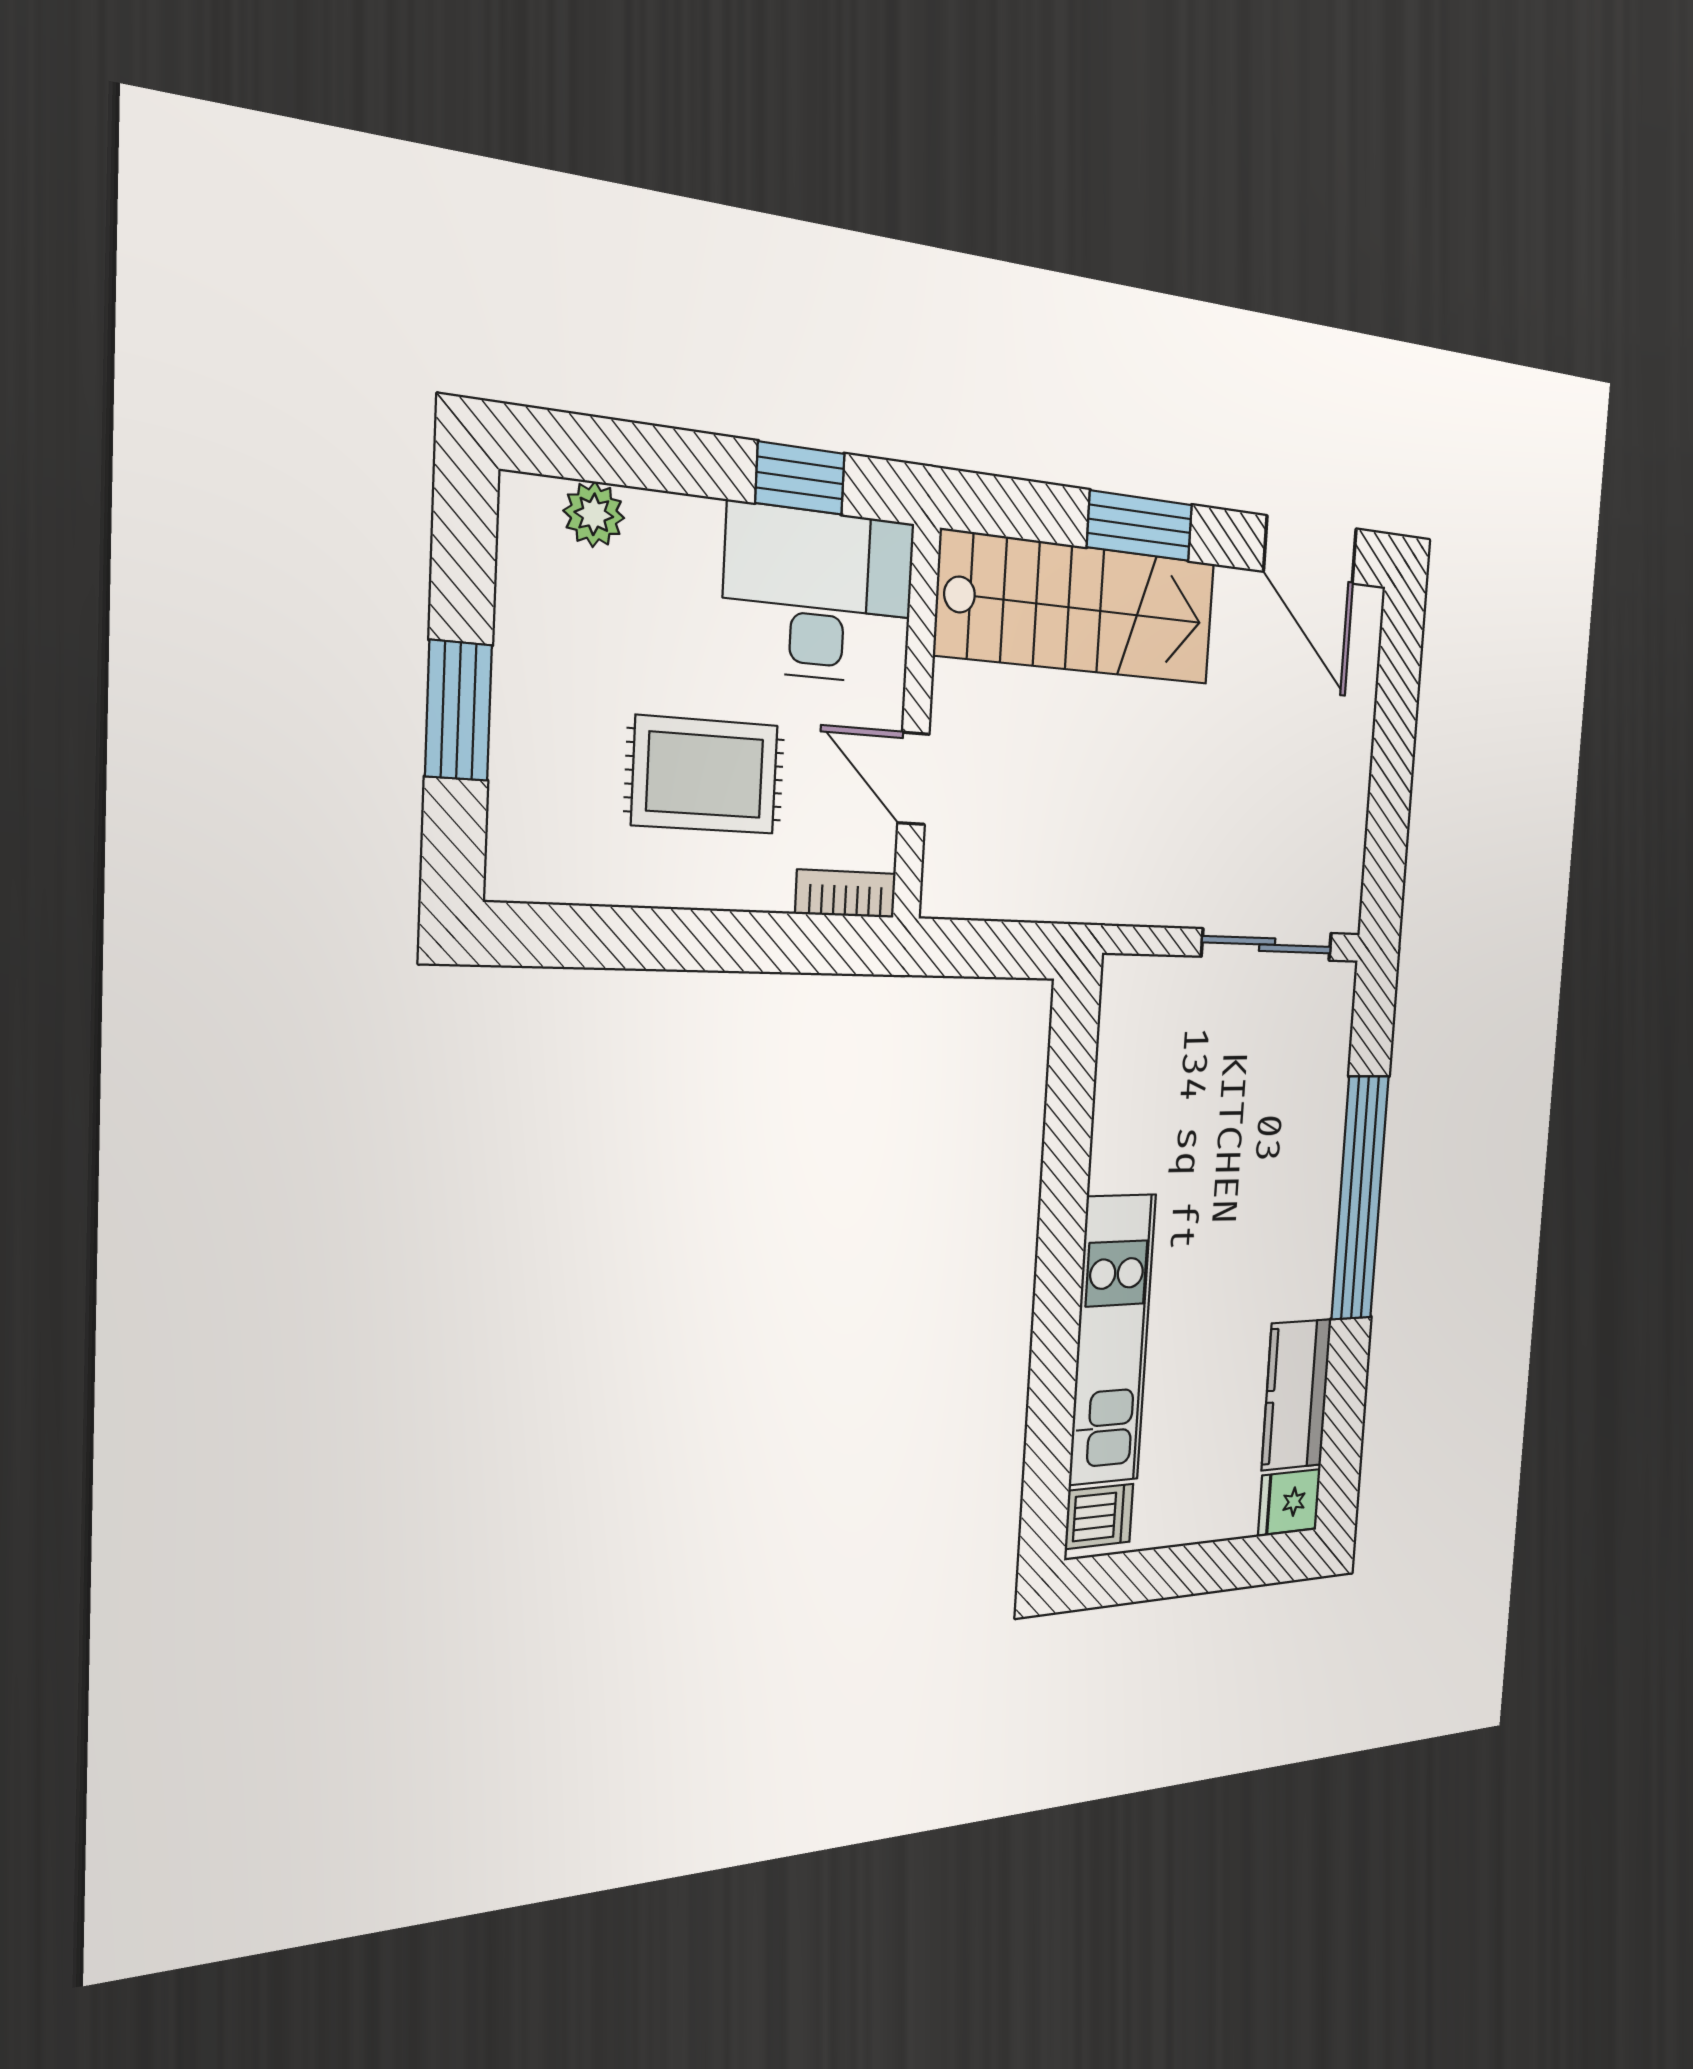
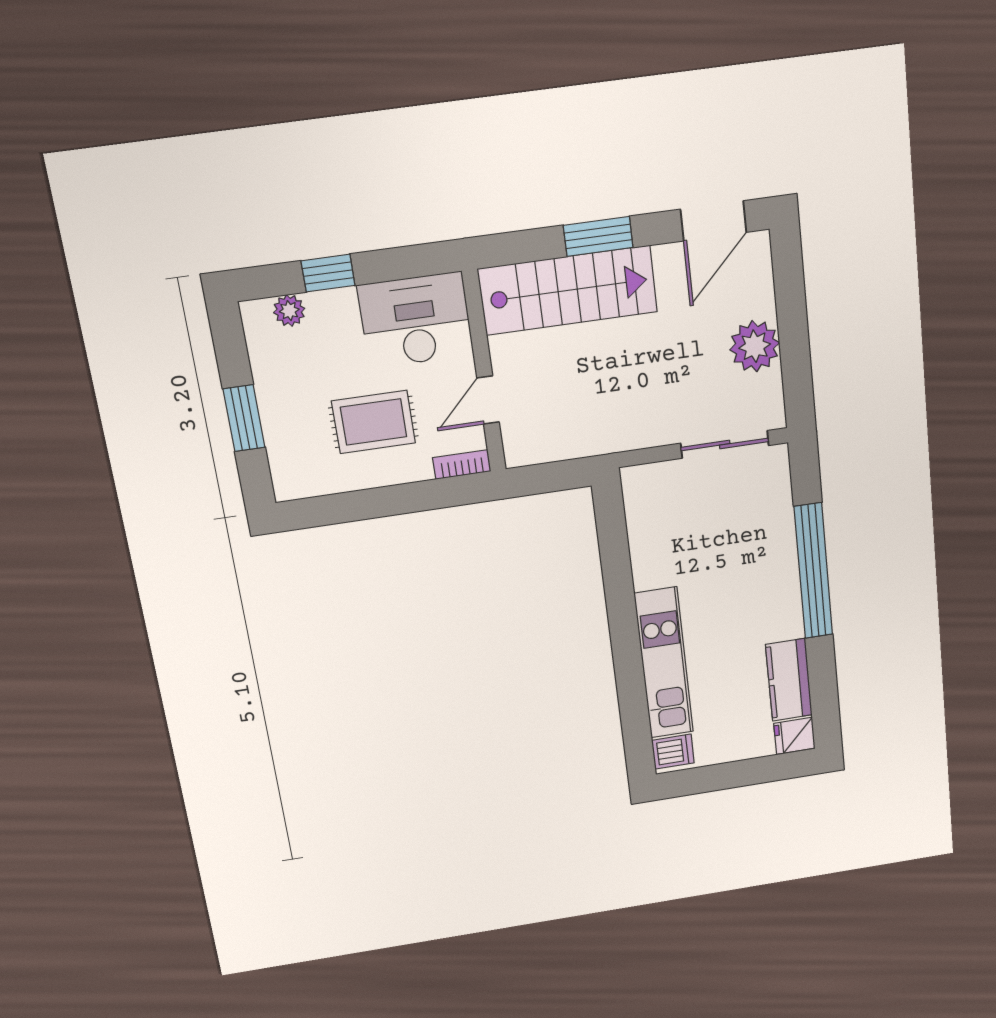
window: (800, 478) -> (328, 273), moved
door: (1310, 550) -> (713, 221), hinge flipped
door: (913, 778) -> (488, 400), hinge flipped
plant: (1335, 781) -> (755, 346), added

